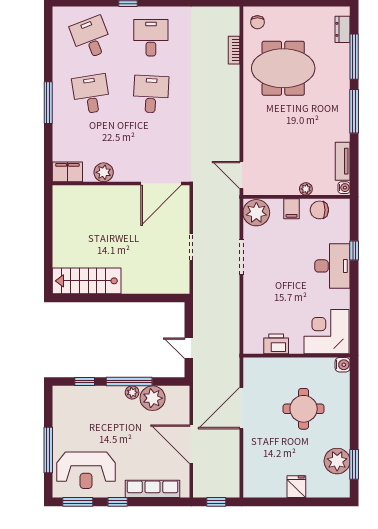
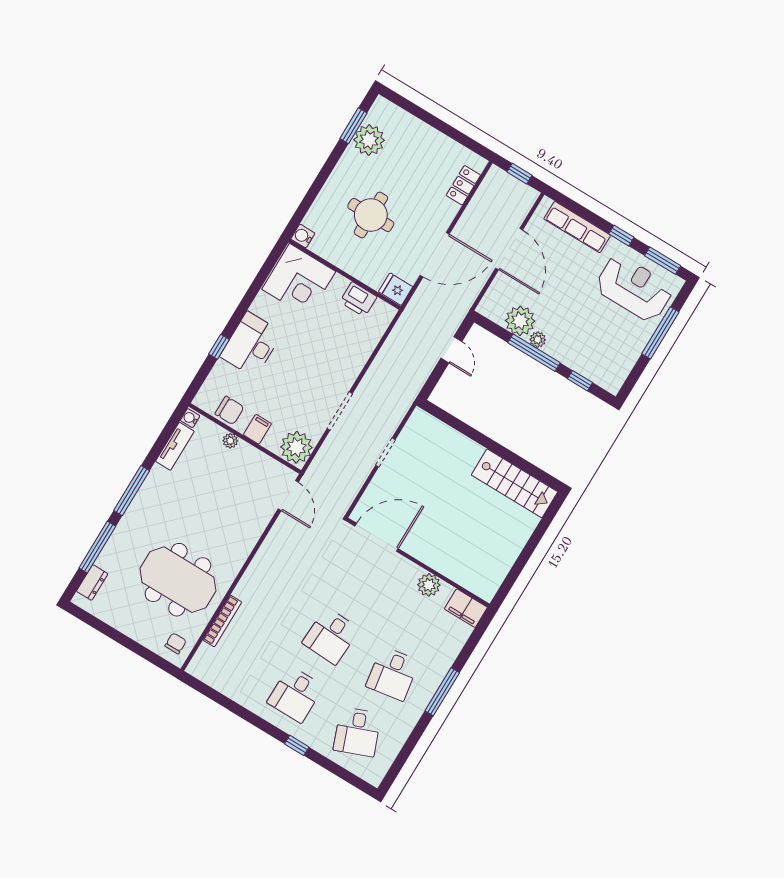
bookcase: (234, 50) -> (222, 621), width x1.56
locker: (251, 470) -> (463, 185), added
fridge: (296, 487) -> (396, 289), moved, turned 90

